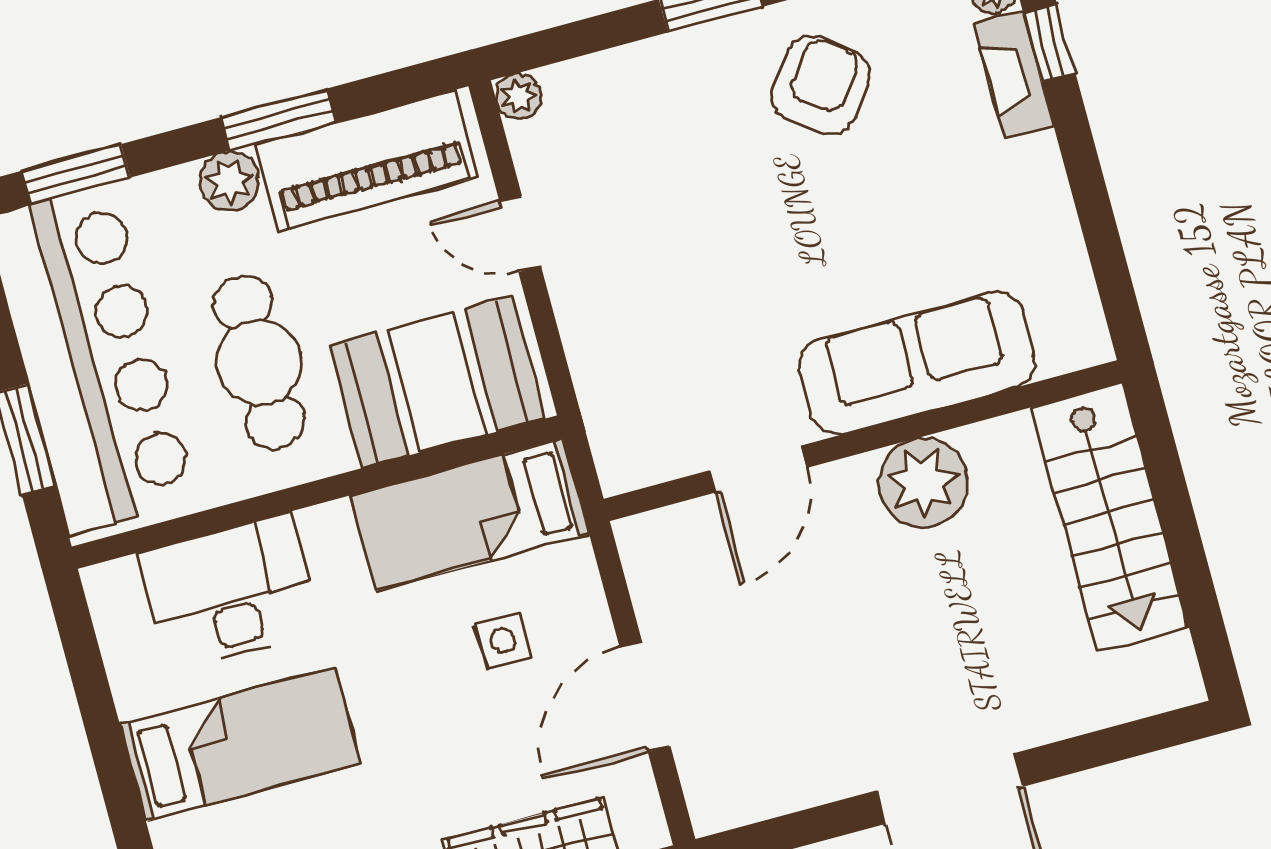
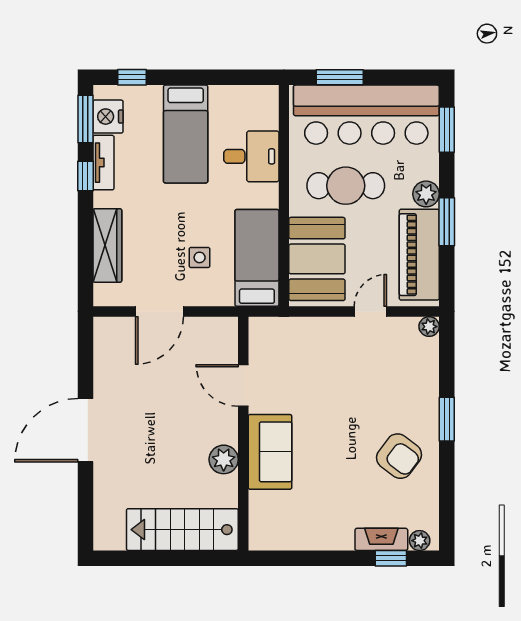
sofa: (917, 363) -> (270, 452), width x0.73
plant: (923, 483) -> (224, 459), width x0.73, depth x0.73
desk: (230, 592) -> (251, 156), width x0.73
door: (645, 697) -> (159, 311), swing flipped

